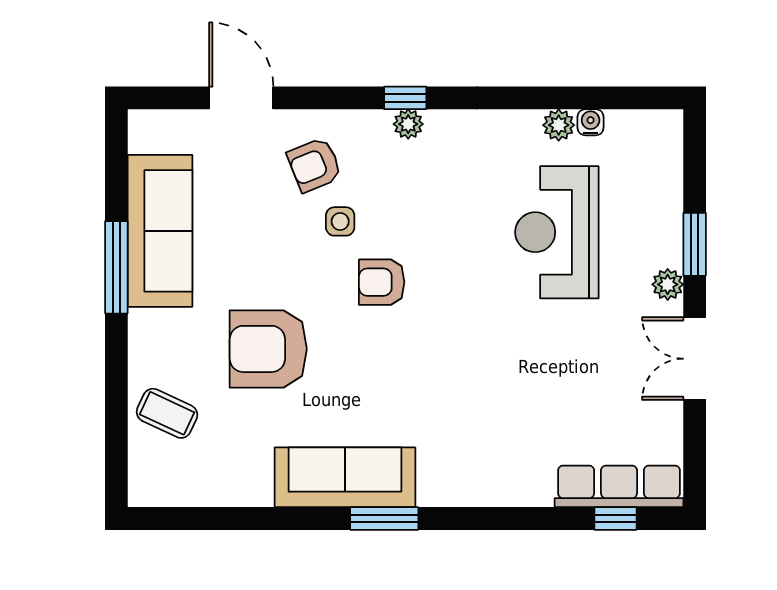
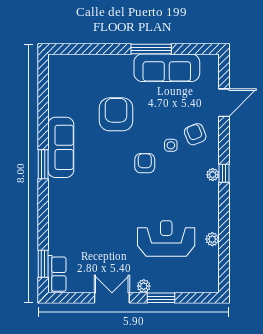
water cooler: (591, 122) -> (214, 253), removed
coffee table: (167, 413) -> (88, 71), removed
row of seats: (619, 486) -> (57, 274), width x0.68
window: (616, 519) -> (43, 264), width x1.50

